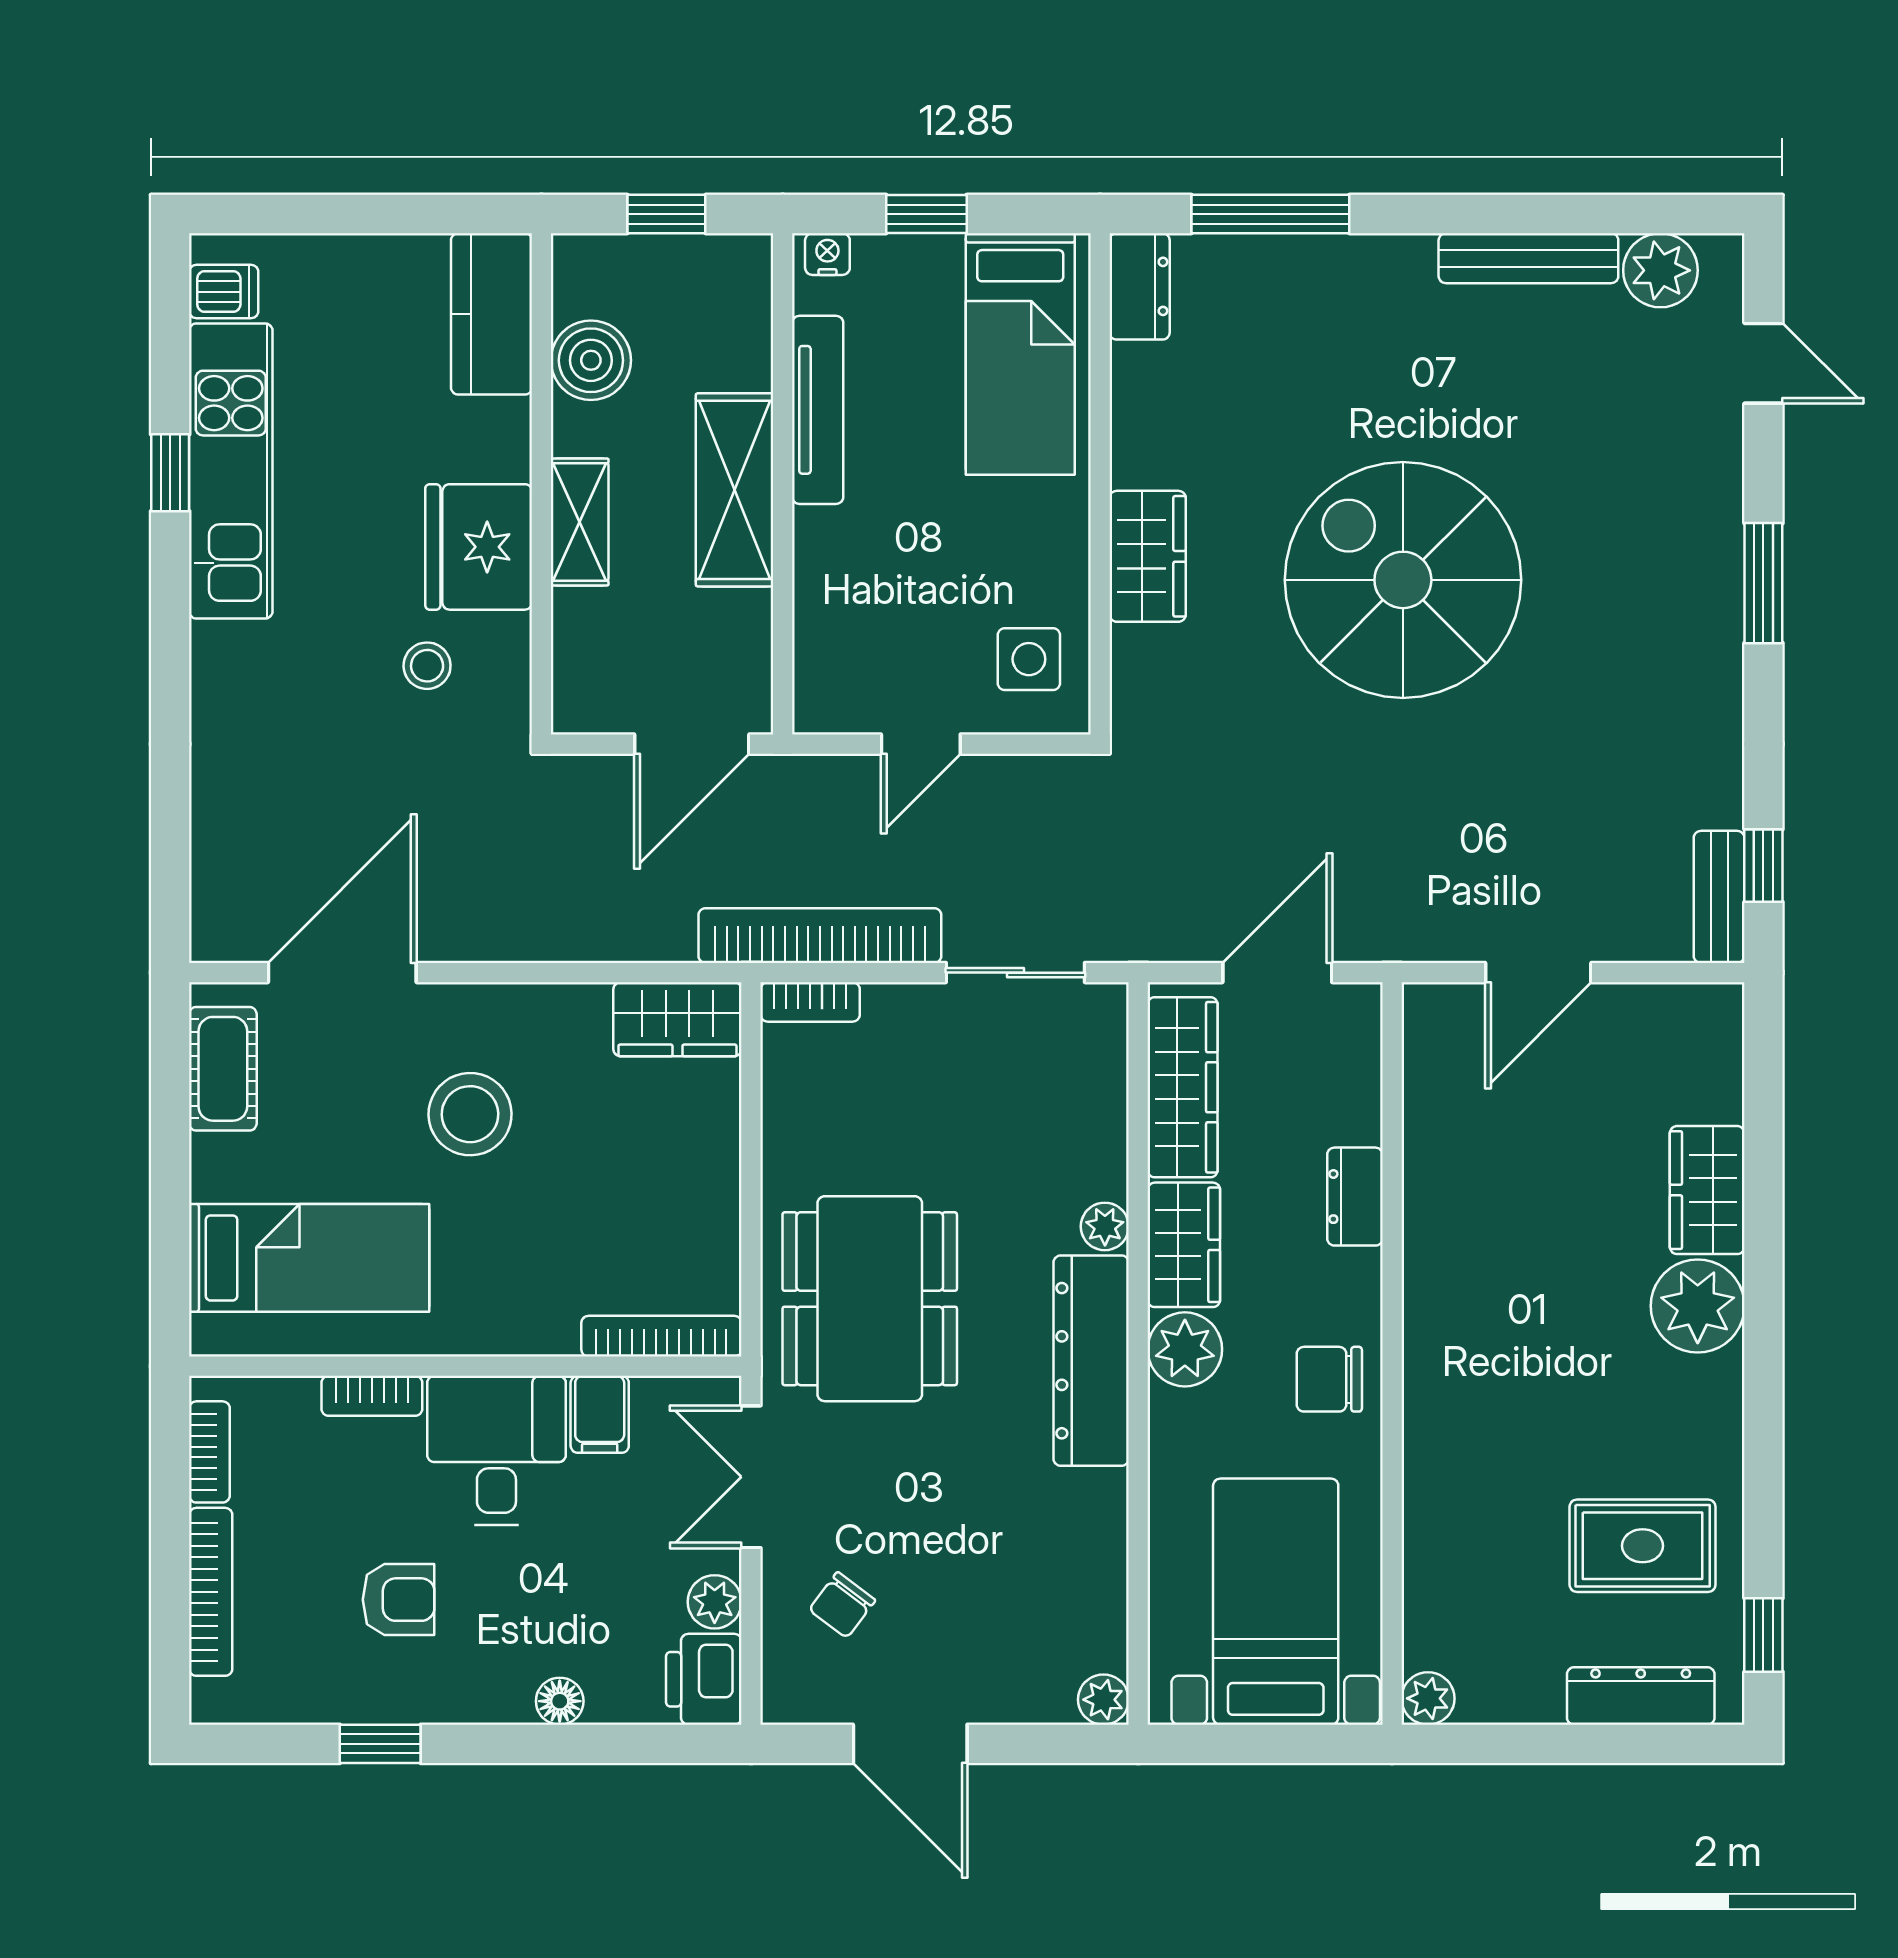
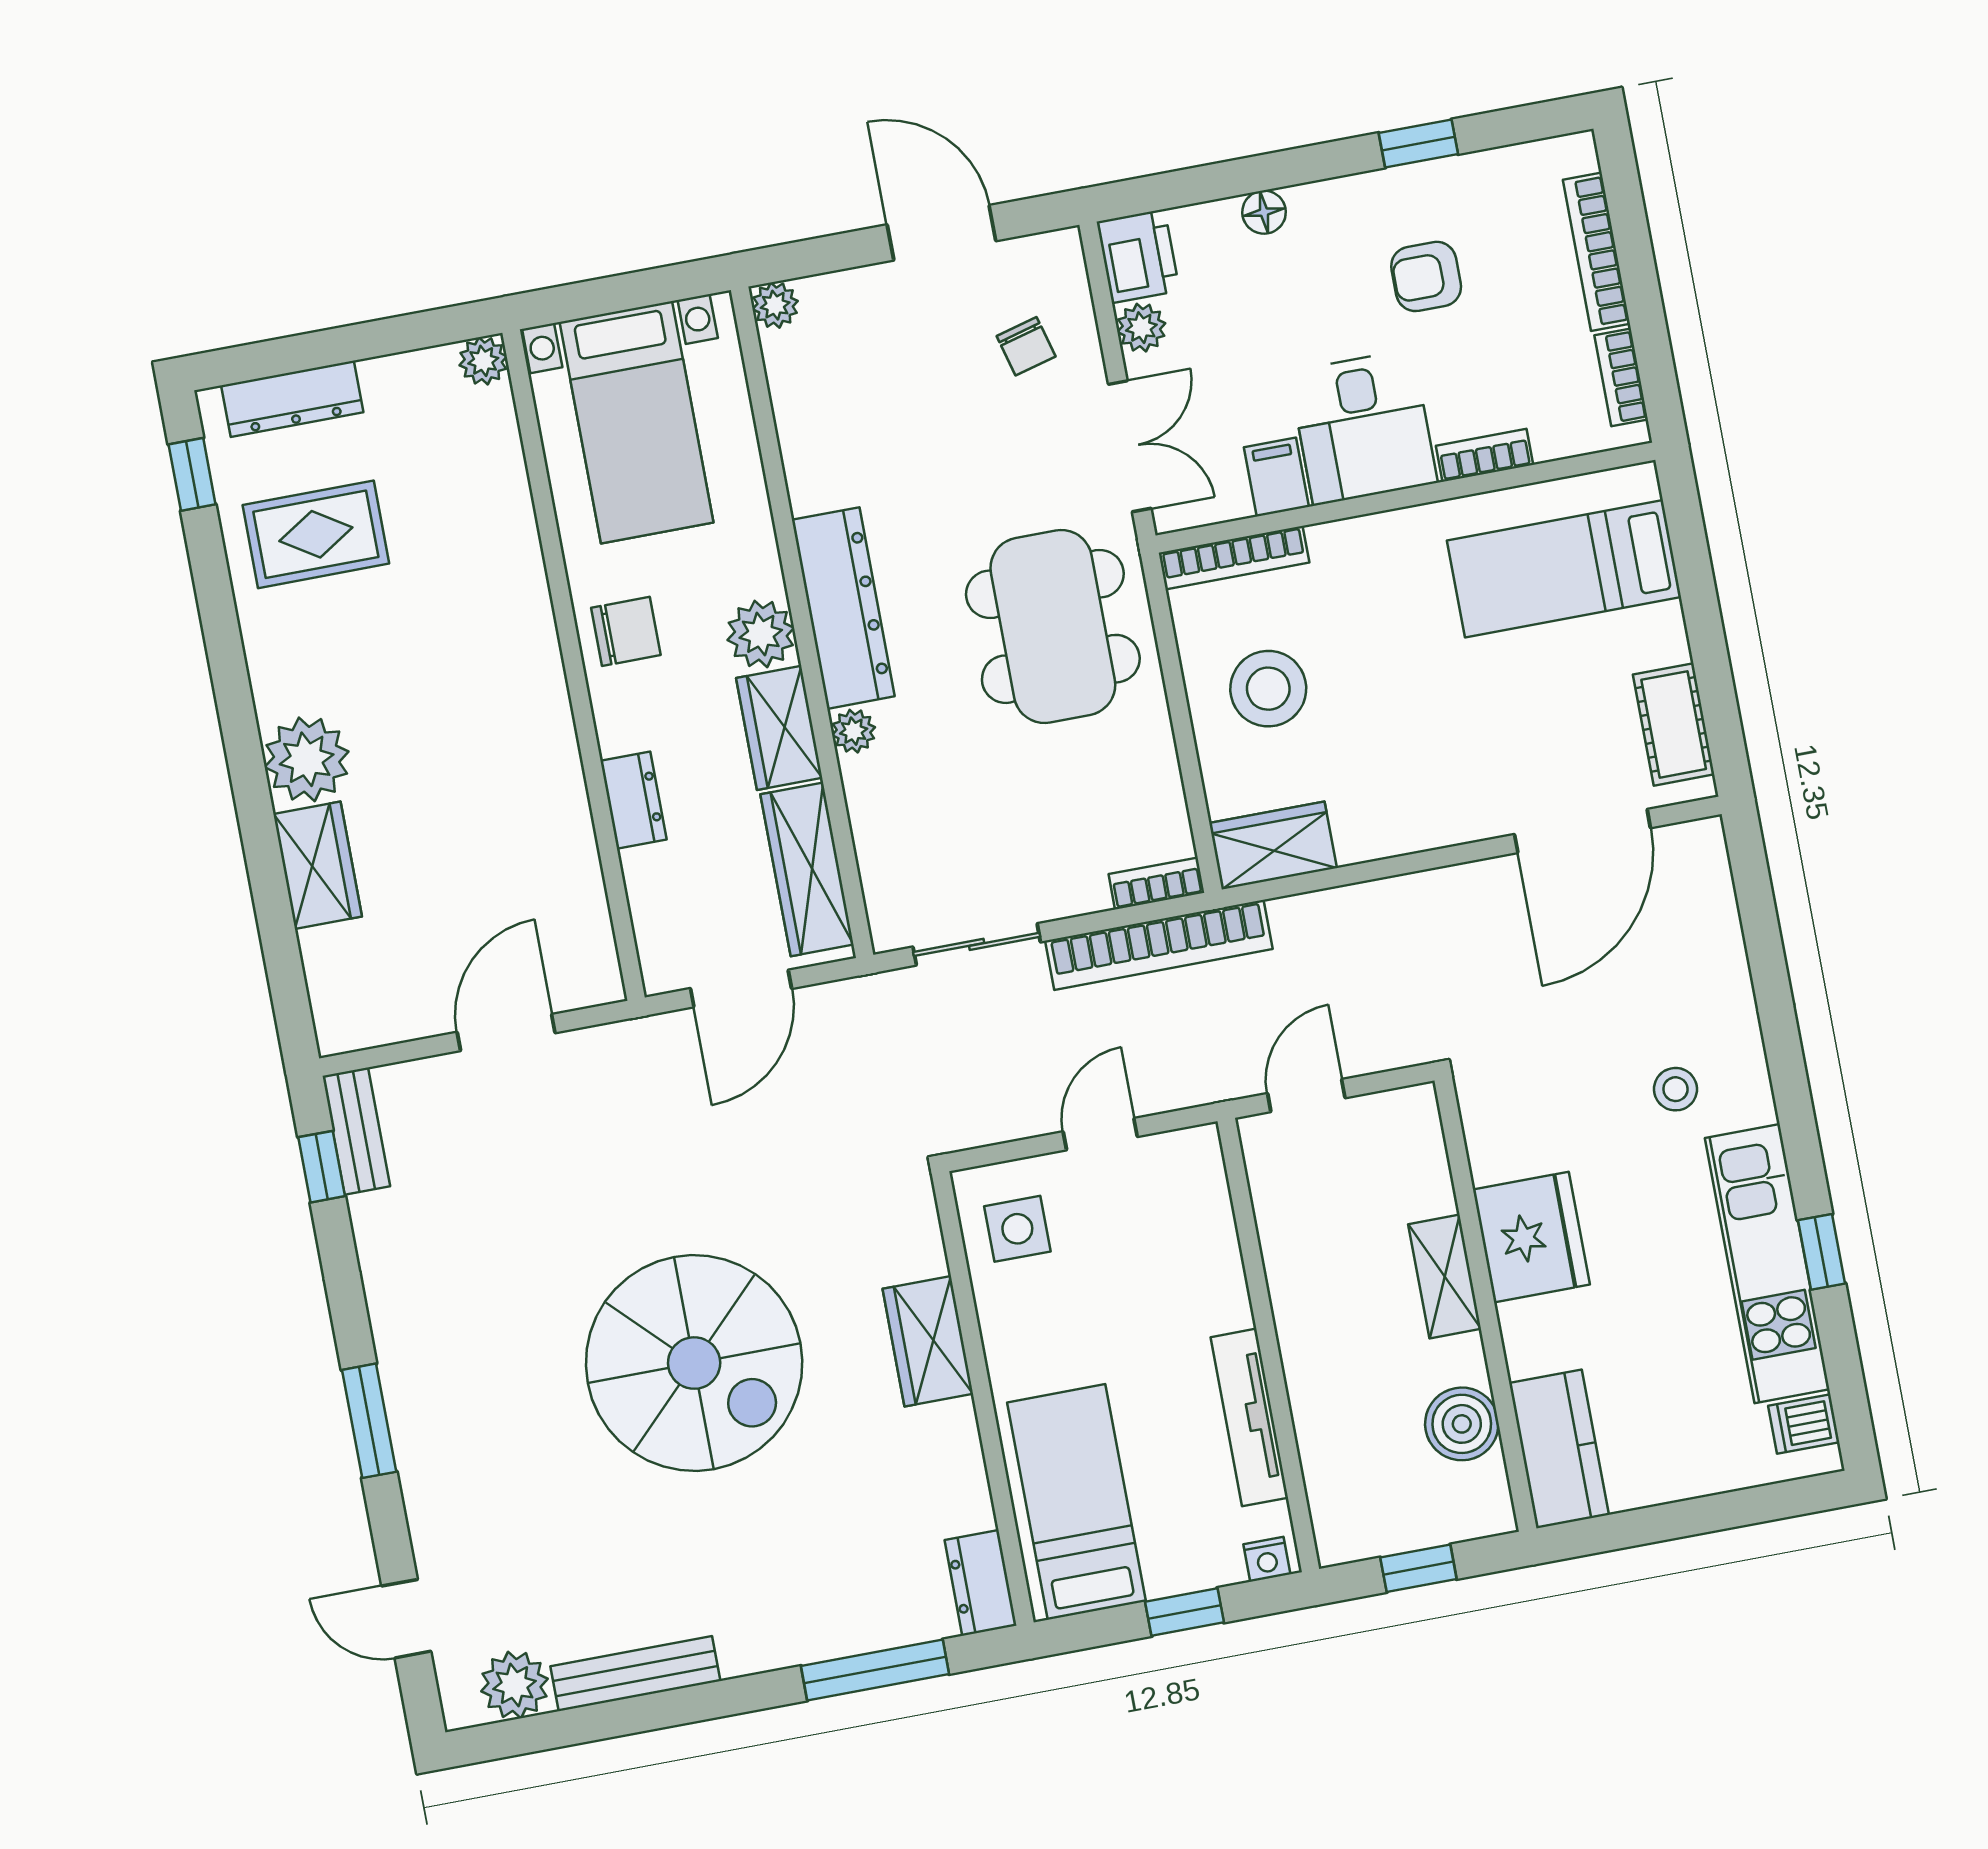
shelving: (734, 490) -> (1311, 1331), removed
stool: (427, 666) -> (1675, 1089), moved
door: (692, 744) -> (1306, 1096), width x0.73
stool: (470, 1114) -> (1268, 689), moved
chair: (842, 1605) -> (1026, 346), turned 128

